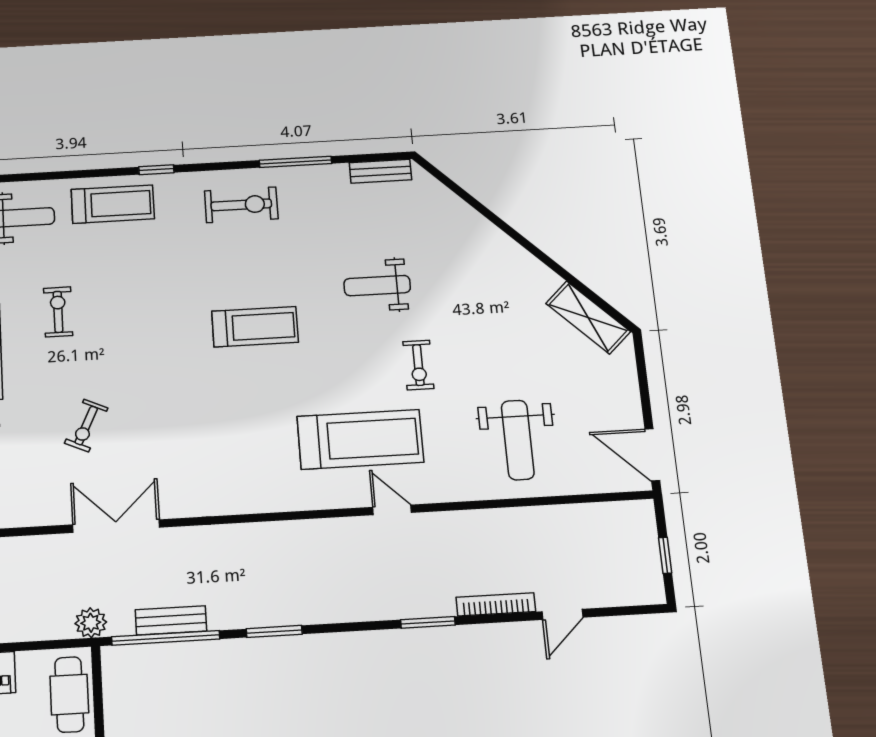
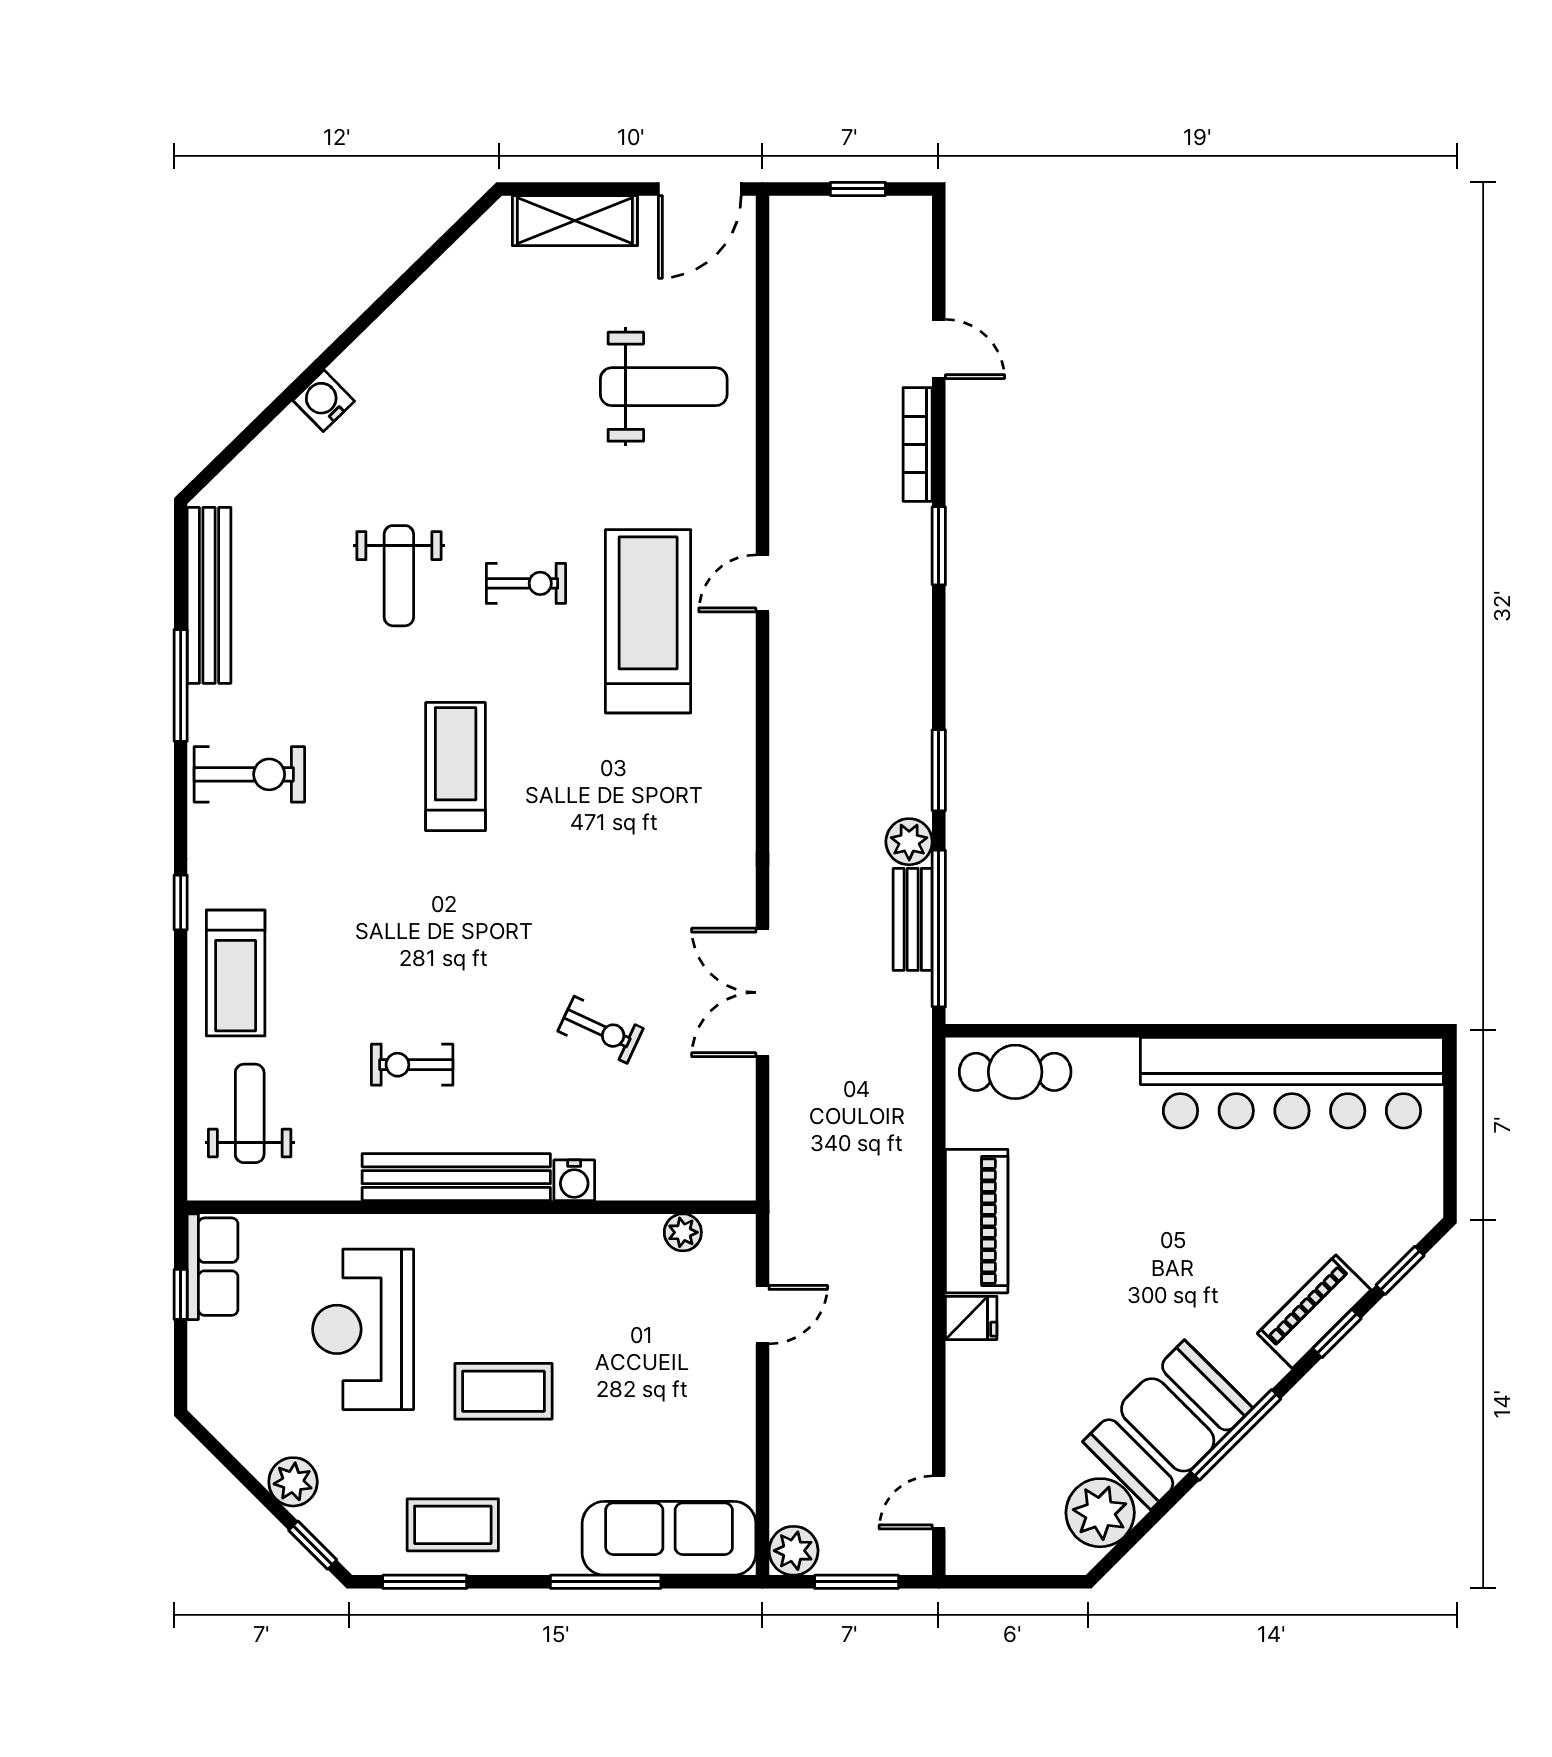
bench: (380, 171) -> (209, 595), width x1.86, depth x1.21
treadmill: (113, 204) -> (236, 973), turned 180
exercise bike: (241, 205) -> (249, 774), turned 90
water cooler: (486, 235) -> (324, 401), added
shelving: (588, 317) -> (575, 221), moved, turned 44
exercise bike: (418, 365) -> (526, 583), moved
plant: (91, 623) -> (909, 842), moved

